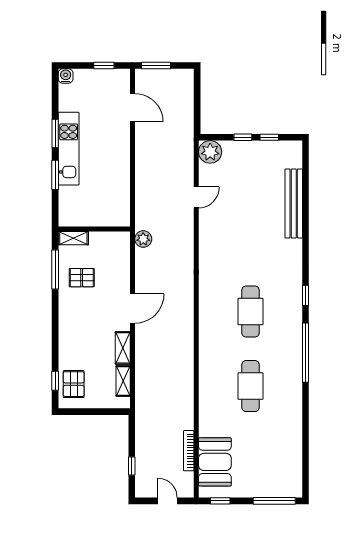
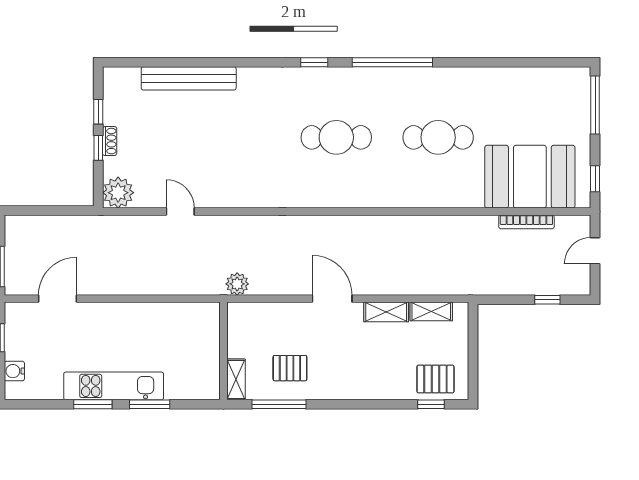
water cooler: (66, 76) -> (14, 371), moved
shoe rack: (248, 146) -> (110, 141), added
pallet: (82, 278) -> (290, 368), turned 90
booth: (215, 462) -> (530, 177), width x1.36, depth x1.42

